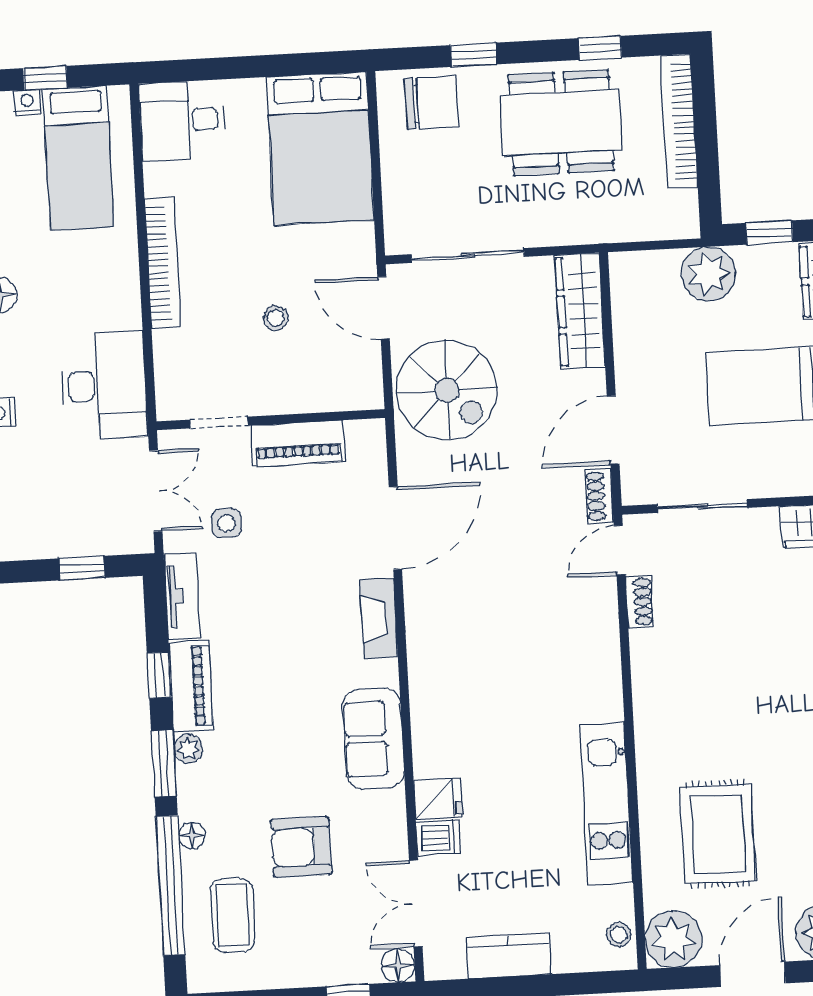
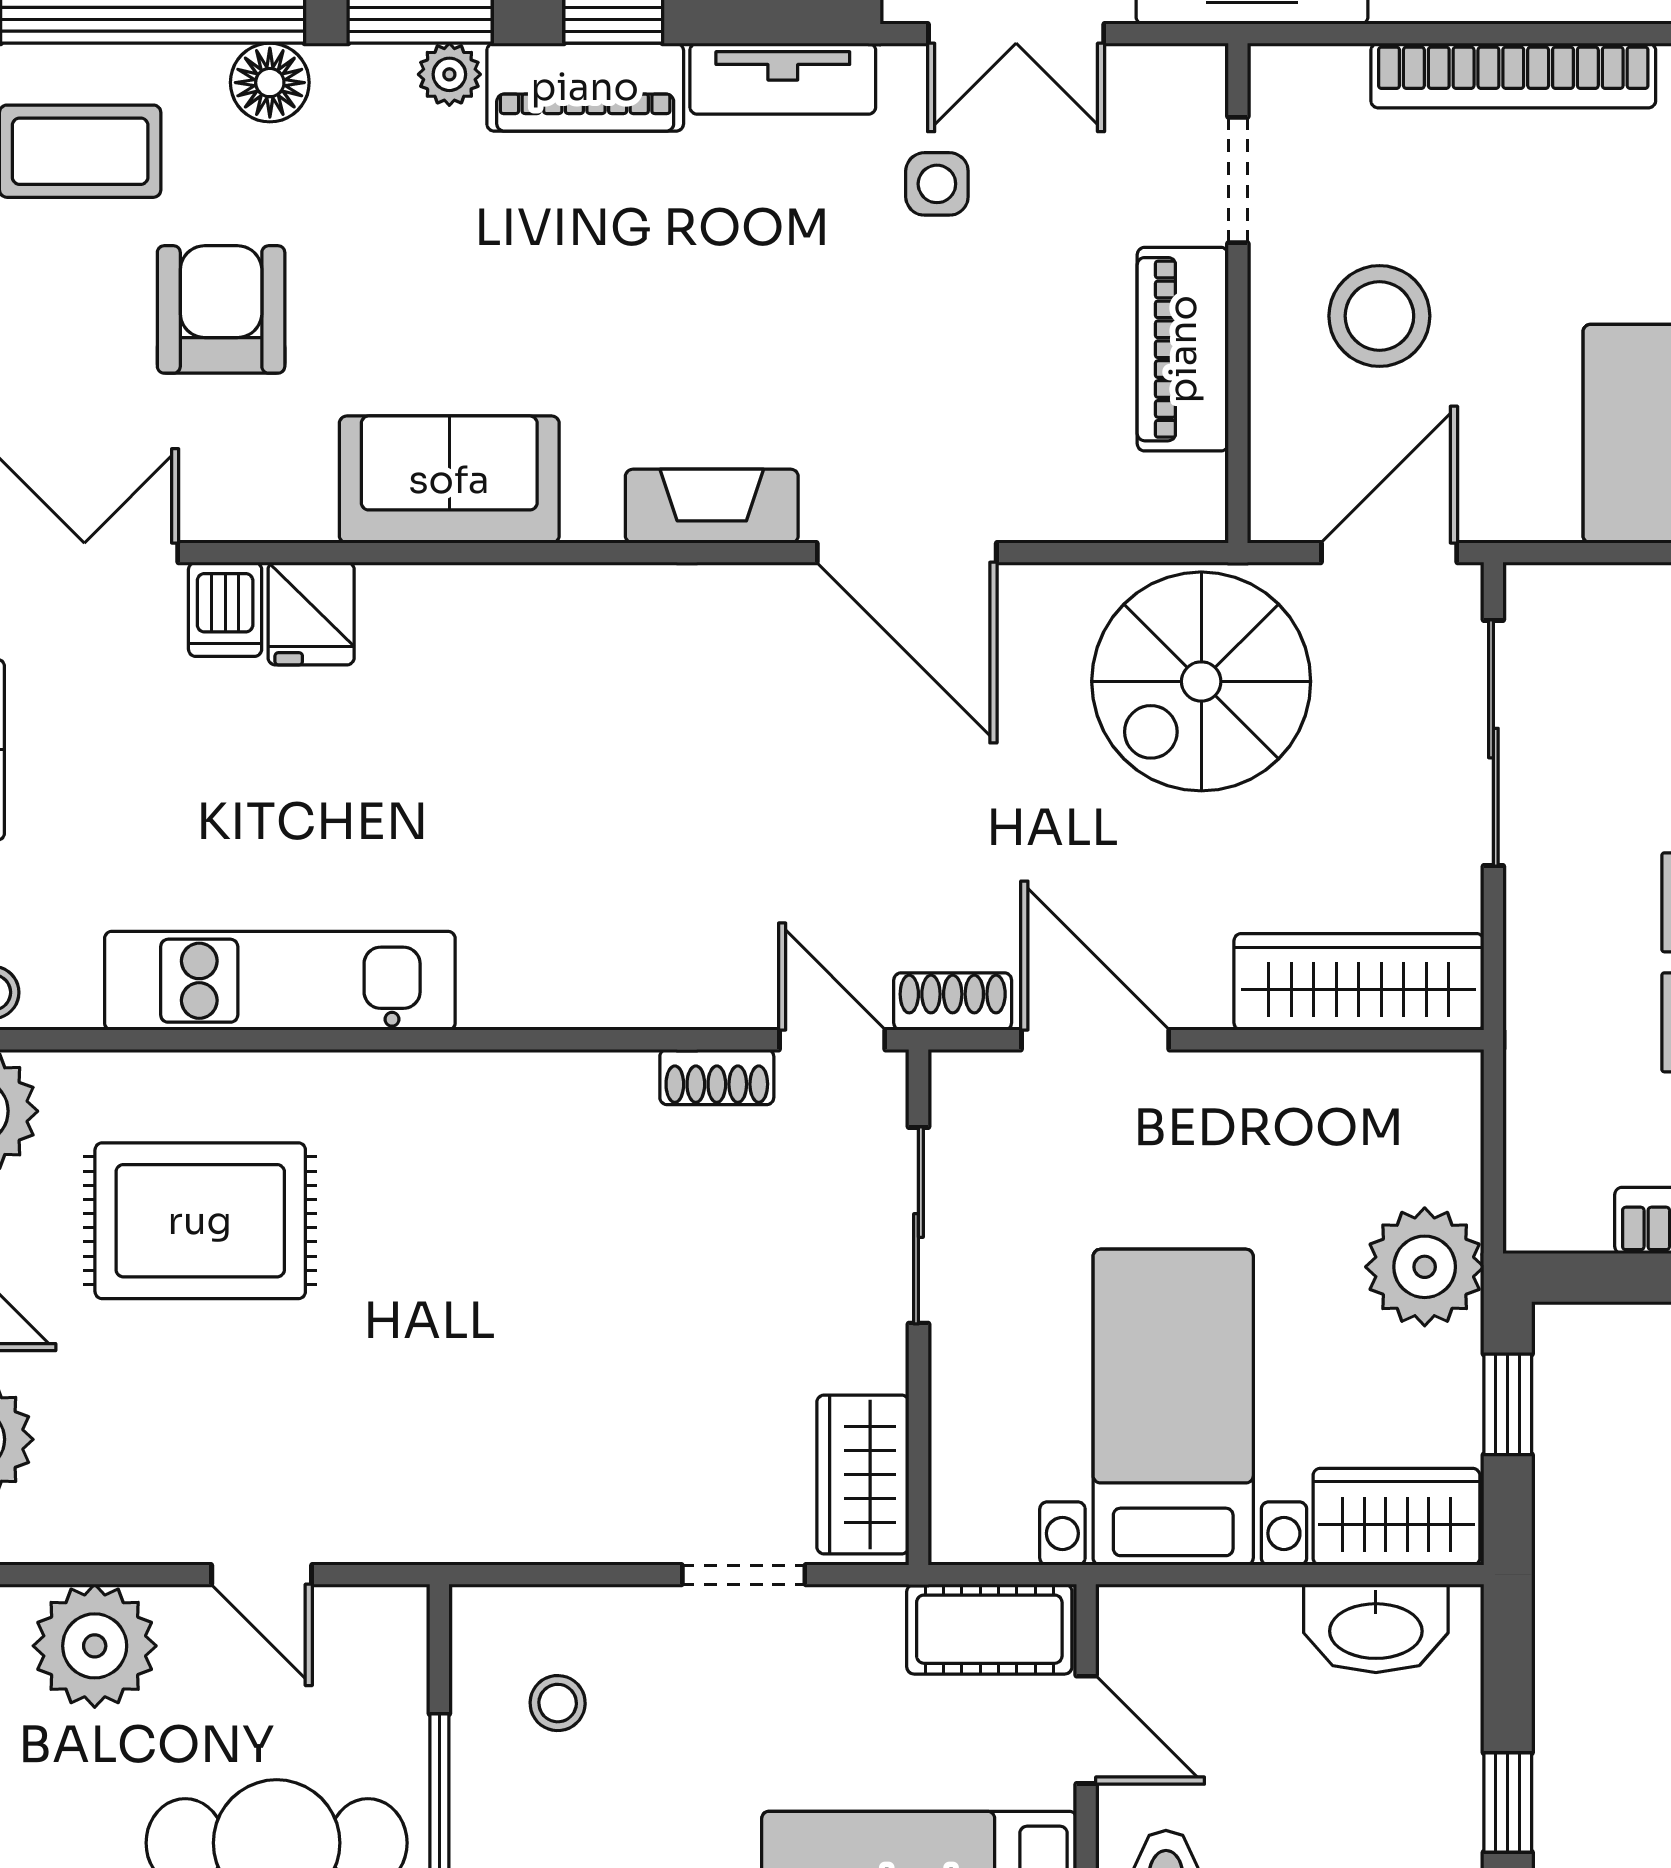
stool: (276, 318) -> (1379, 316), width x1.89, depth x1.89
wall: (271, 420) -> (1238, 293), moved
doorway: (219, 422) -> (1238, 180), moved
piano: (298, 443) -> (1183, 349), moved
floor lamp: (192, 836) -> (270, 83), width x1.37, depth x1.37

